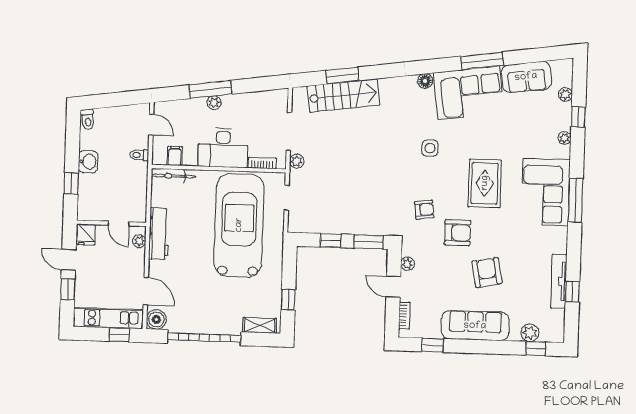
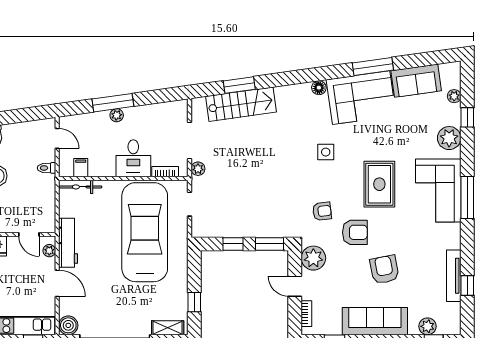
plant: (564, 138) -> (449, 138), width x1.88, depth x1.88
desk: (223, 148) -> (133, 158), width x0.73
plant: (407, 264) -> (313, 258), width x1.87, depth x1.87
door: (146, 291) -> (57, 283), moved

